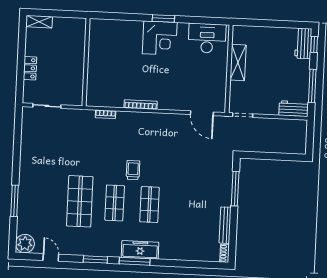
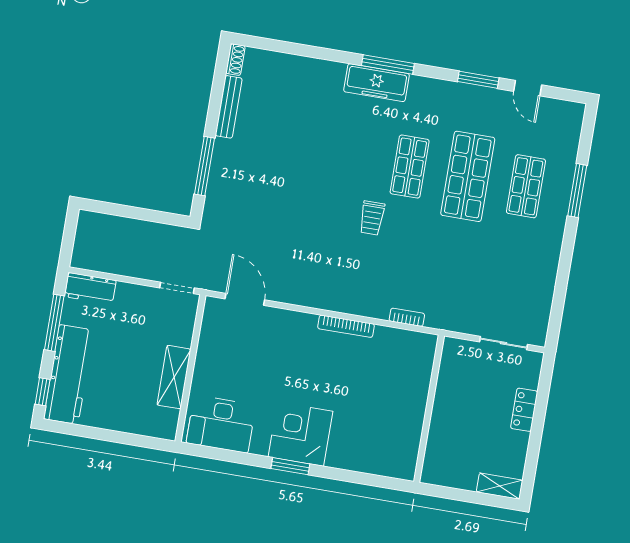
workbench: (303, 43) -> (69, 374), width x1.88, depth x1.32
shop shelf: (149, 205) -> (526, 186), moved
plant: (25, 244) -> (568, 117), removed
window: (95, 259) -> (478, 80), moved

